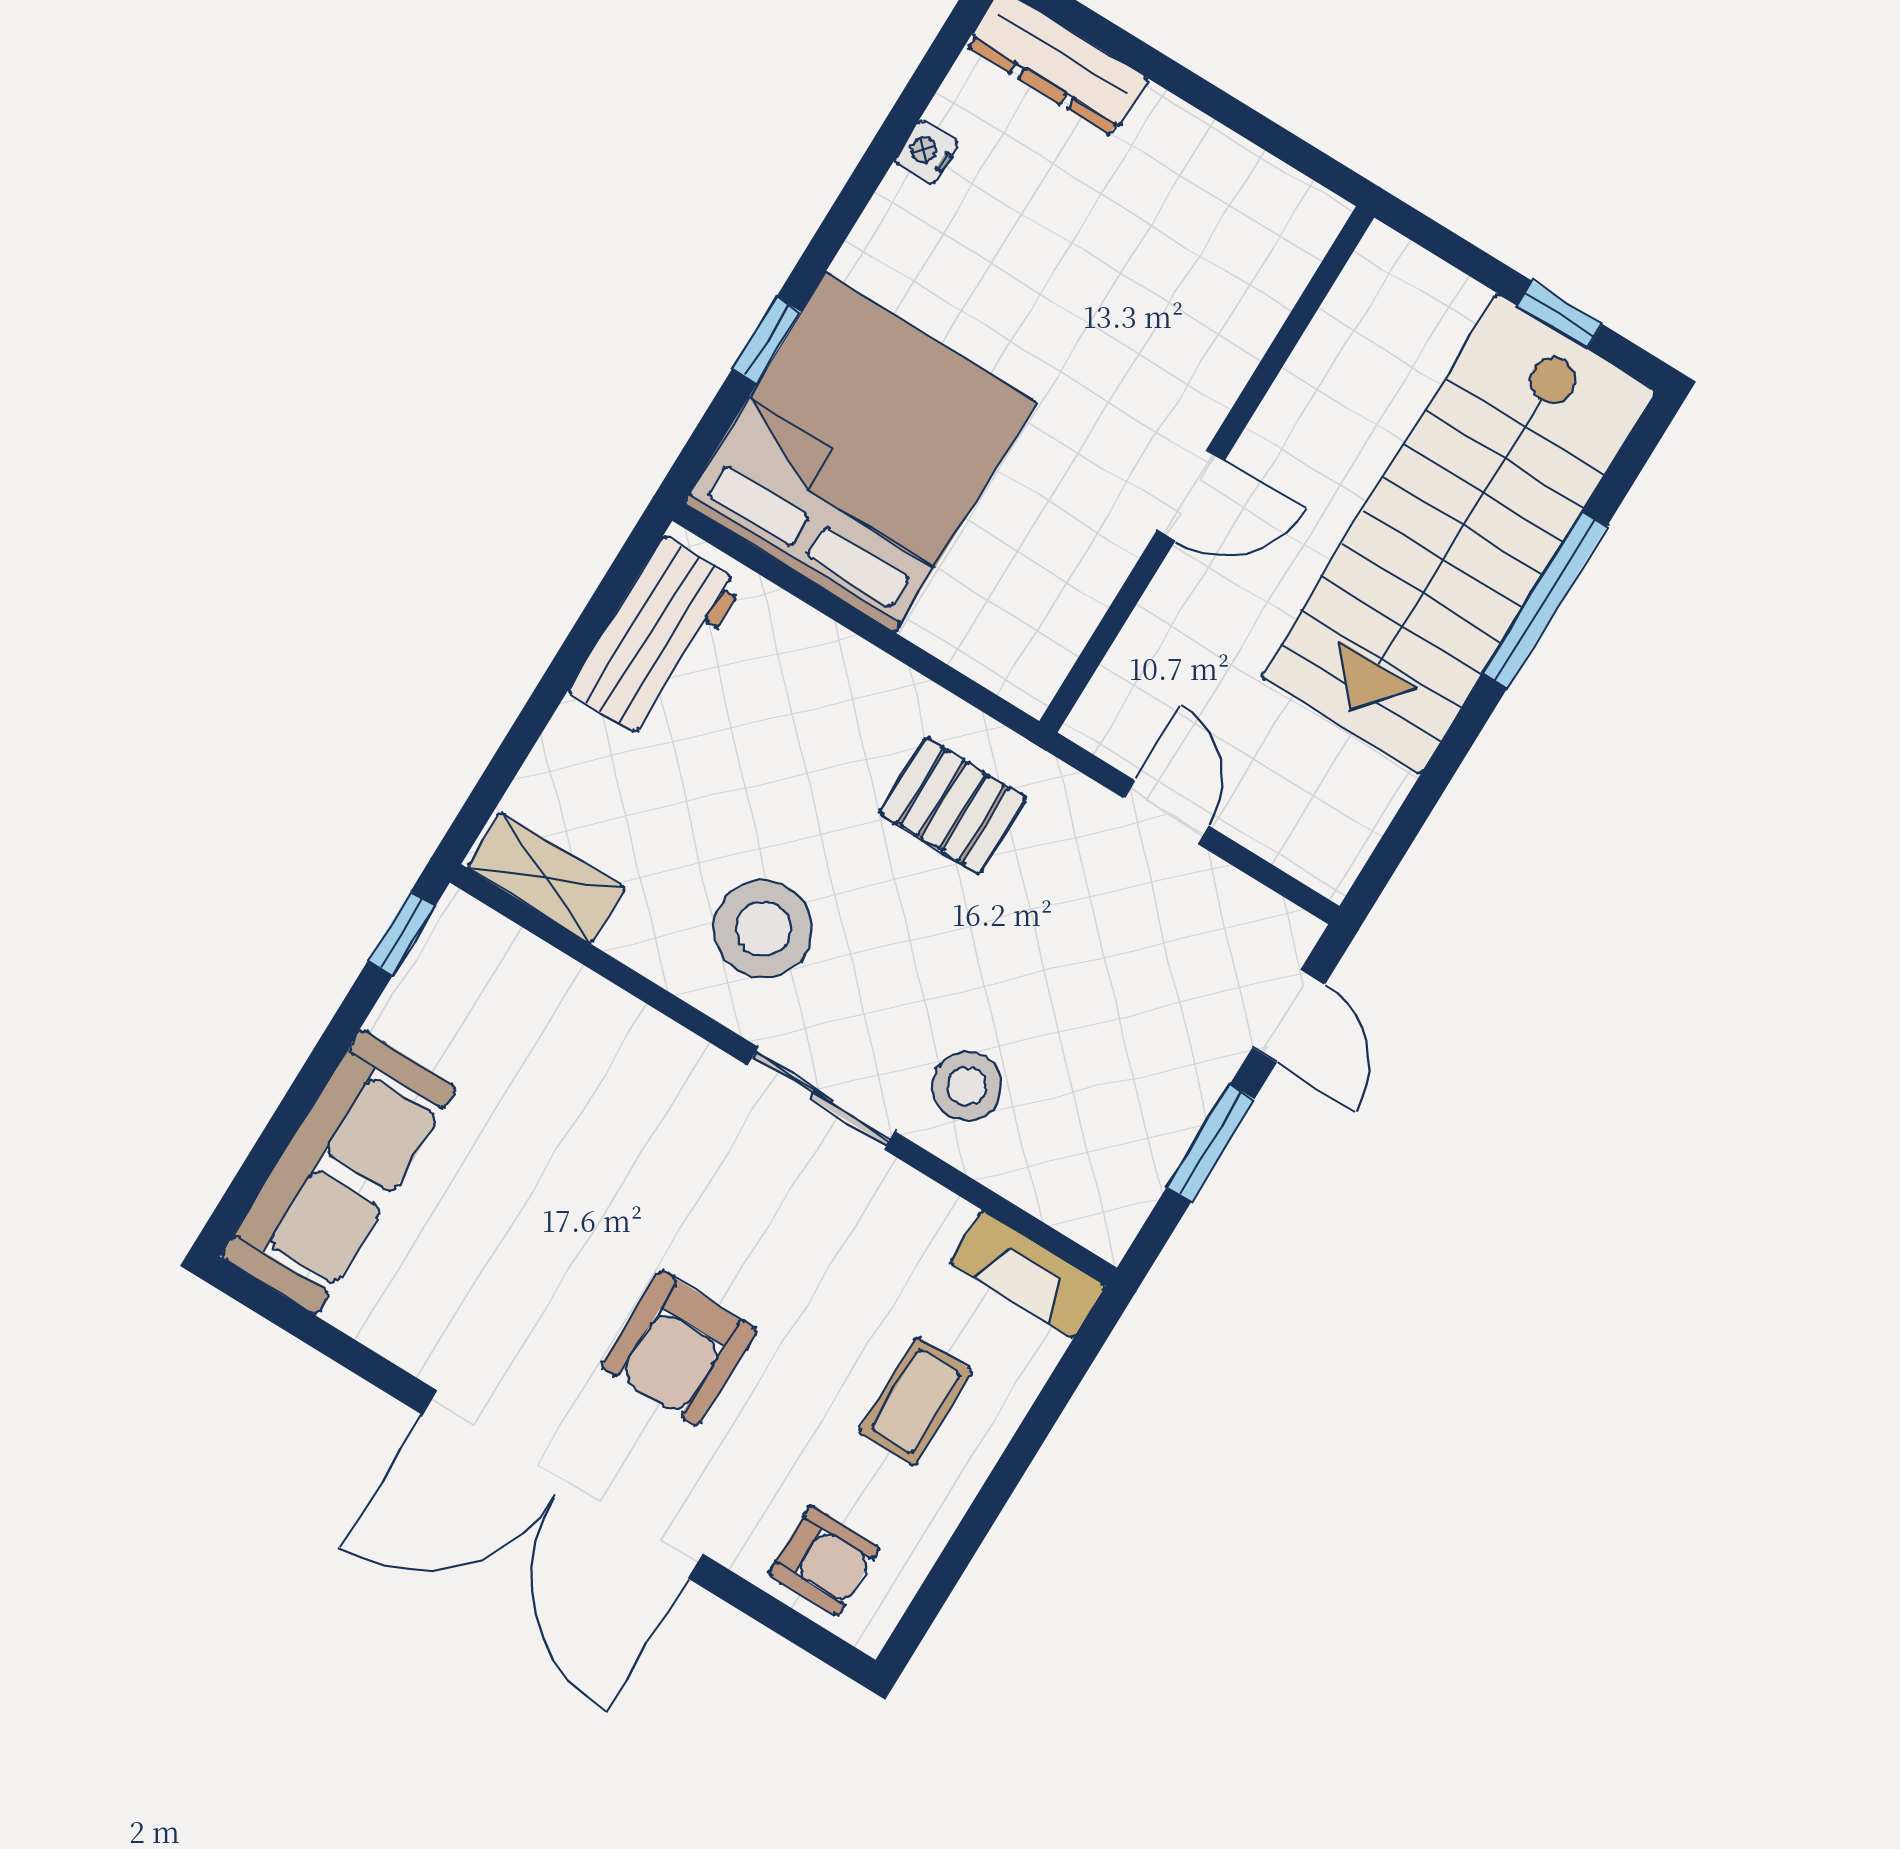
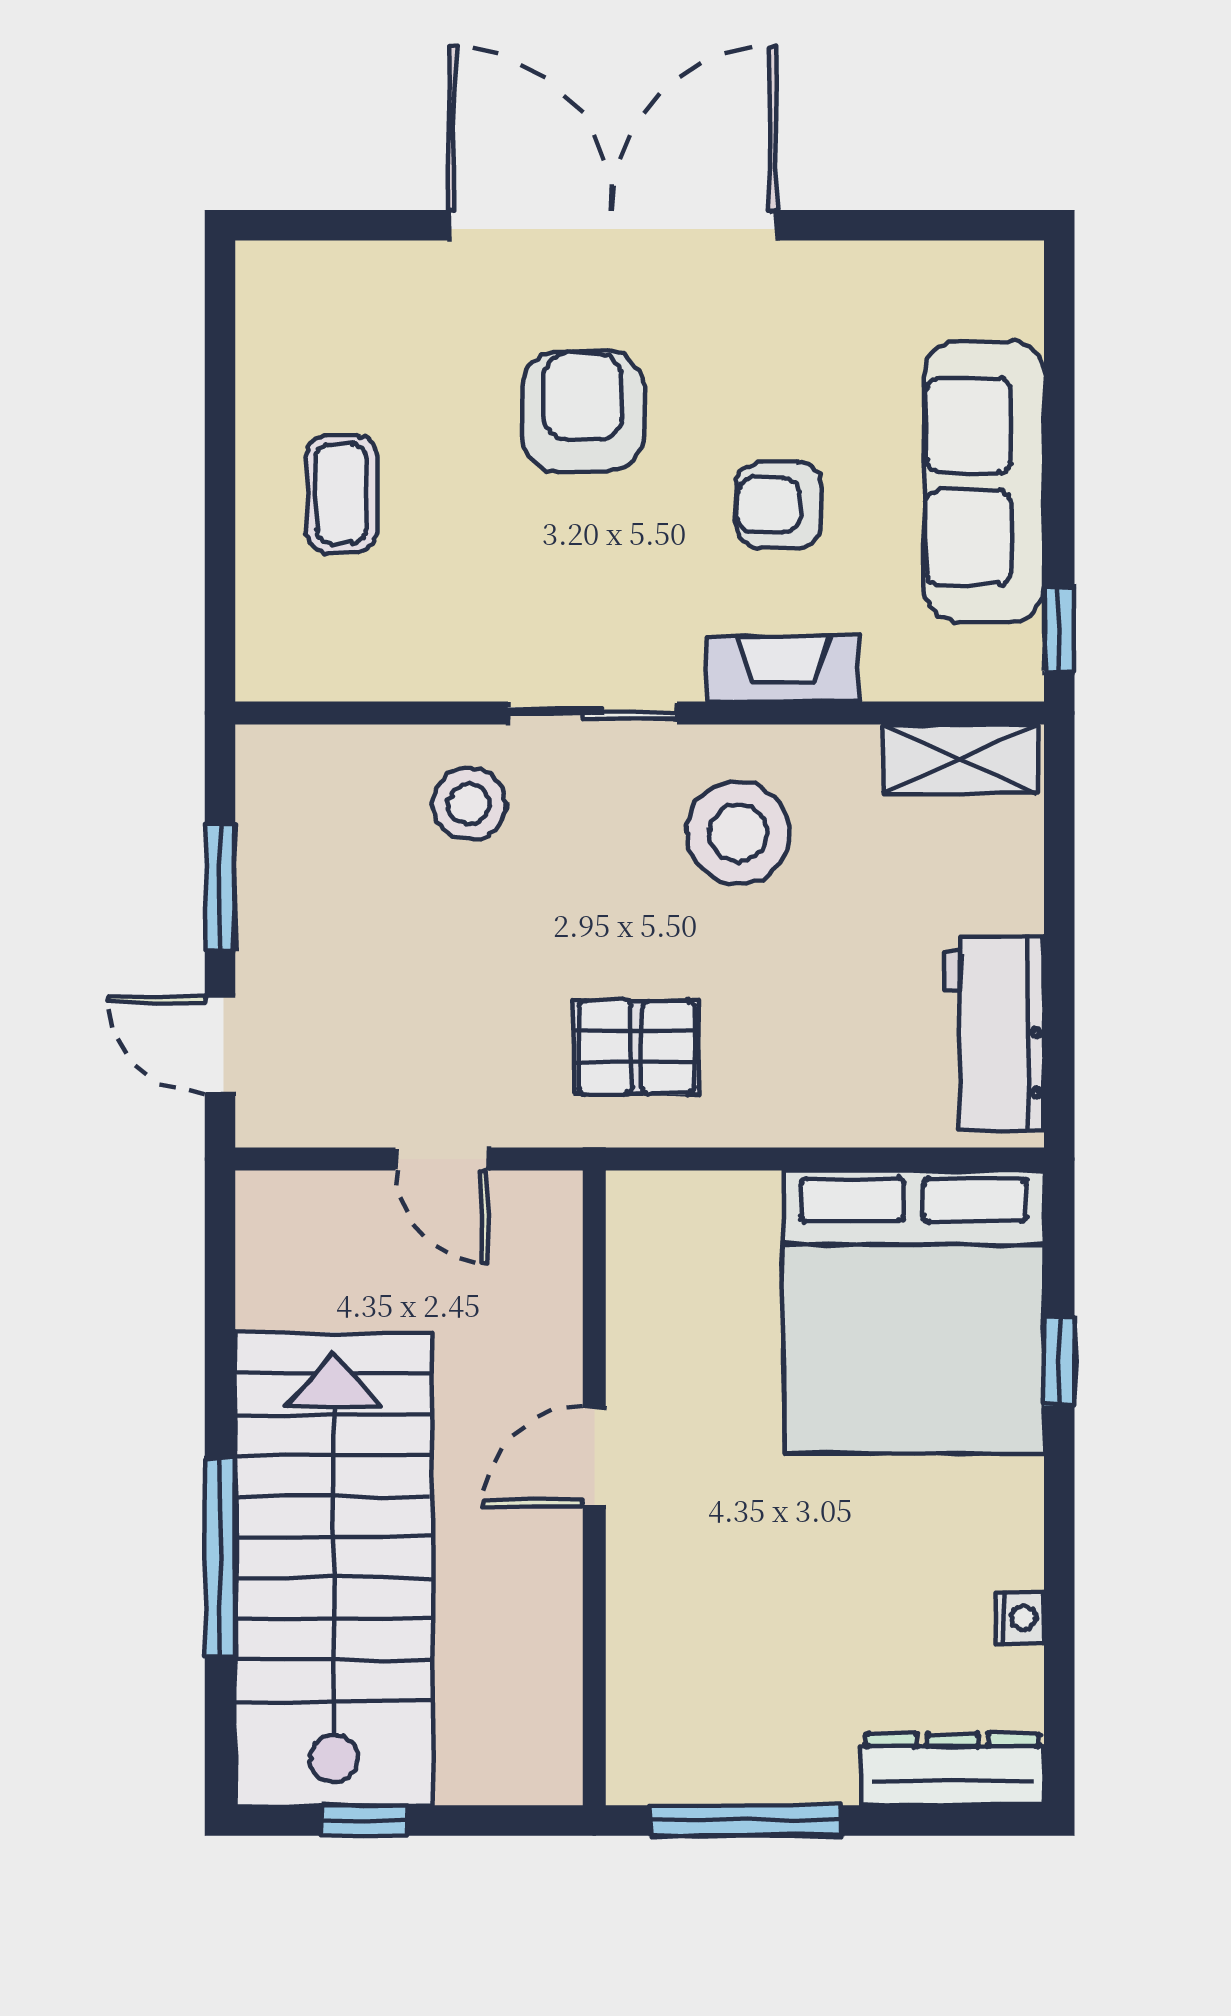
window: (1250, 124) -> (746, 1821), added
sofa: (339, 1172) -> (984, 481), moved
fireplace: (1027, 1274) -> (783, 669), moved
armchair: (824, 1561) -> (779, 505), moved

